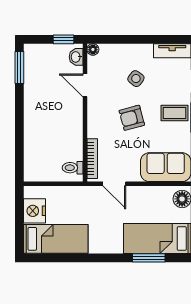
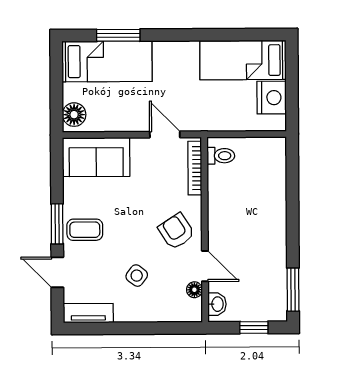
window: (63, 39) -> (254, 328), moved
floor lamp: (93, 49) -> (194, 290), moved
armchair: (132, 118) -> (176, 231), moved, turned -108

